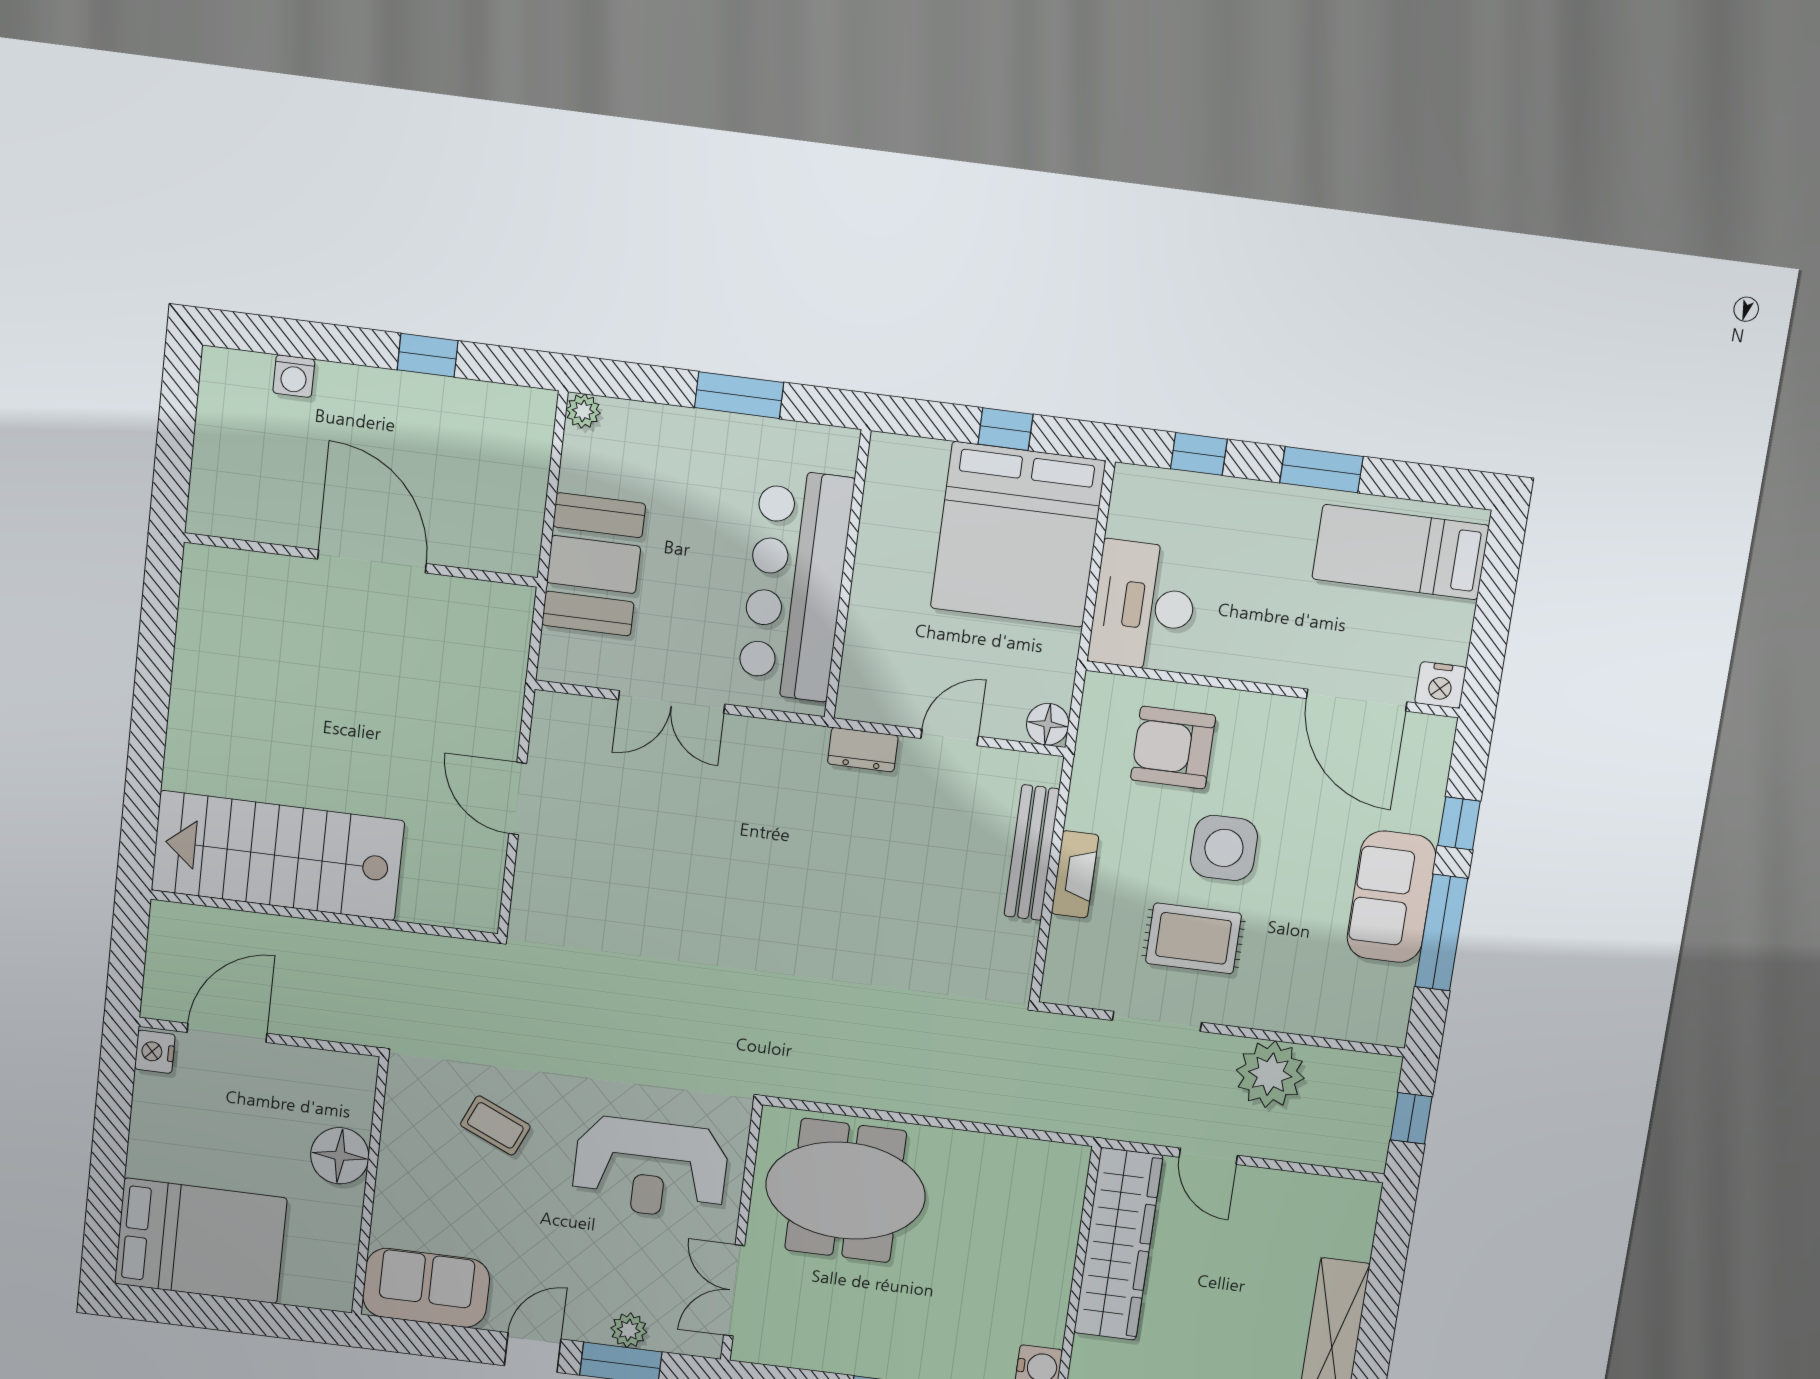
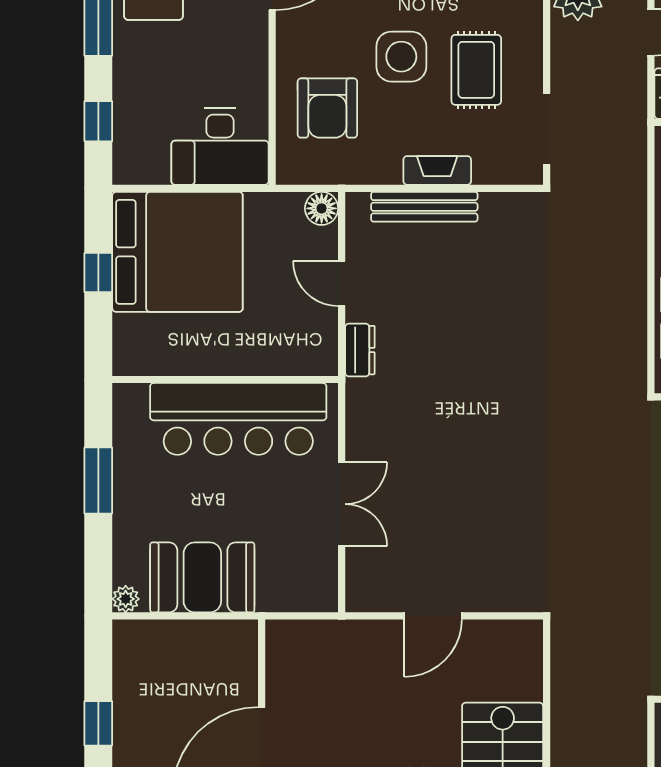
booth: (594, 564) -> (202, 577), moved
doorway: (1157, 1021) -> (547, 129), moved

